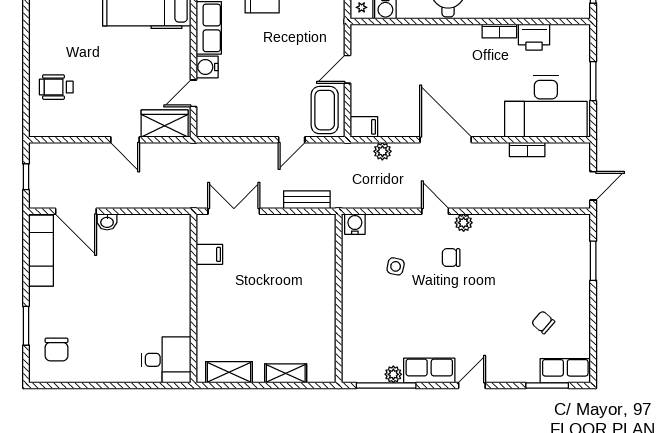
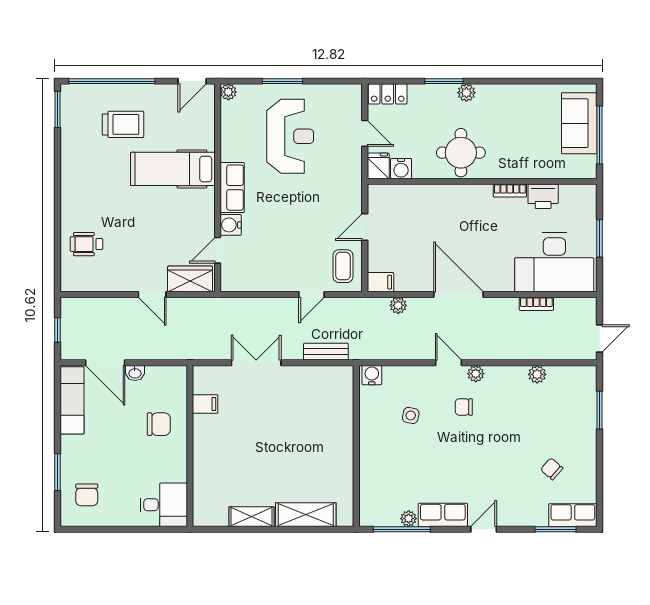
coffee table: (325, 110) -> (343, 266), width x0.73, depth x0.77
plant: (528, 223) -> (537, 374), added
filing cabinet: (209, 254) -> (205, 404), moved
chair: (132, 275) -> (159, 424), added
wall: (193, 298) -> (190, 446), moved
desk: (166, 360) -> (164, 505), moved
shelving: (286, 373) -> (306, 515), width x1.50, depth x1.33

